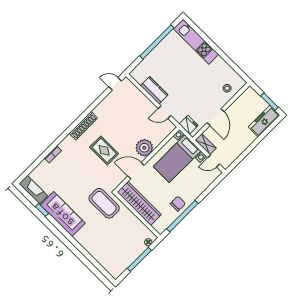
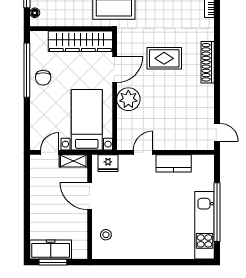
kitchen unit: (196, 41) -> (205, 225), moved, turned -90
door: (115, 84) -> (217, 132), hinge flipped
freezer: (264, 121) -> (51, 250), moved, turned -90

